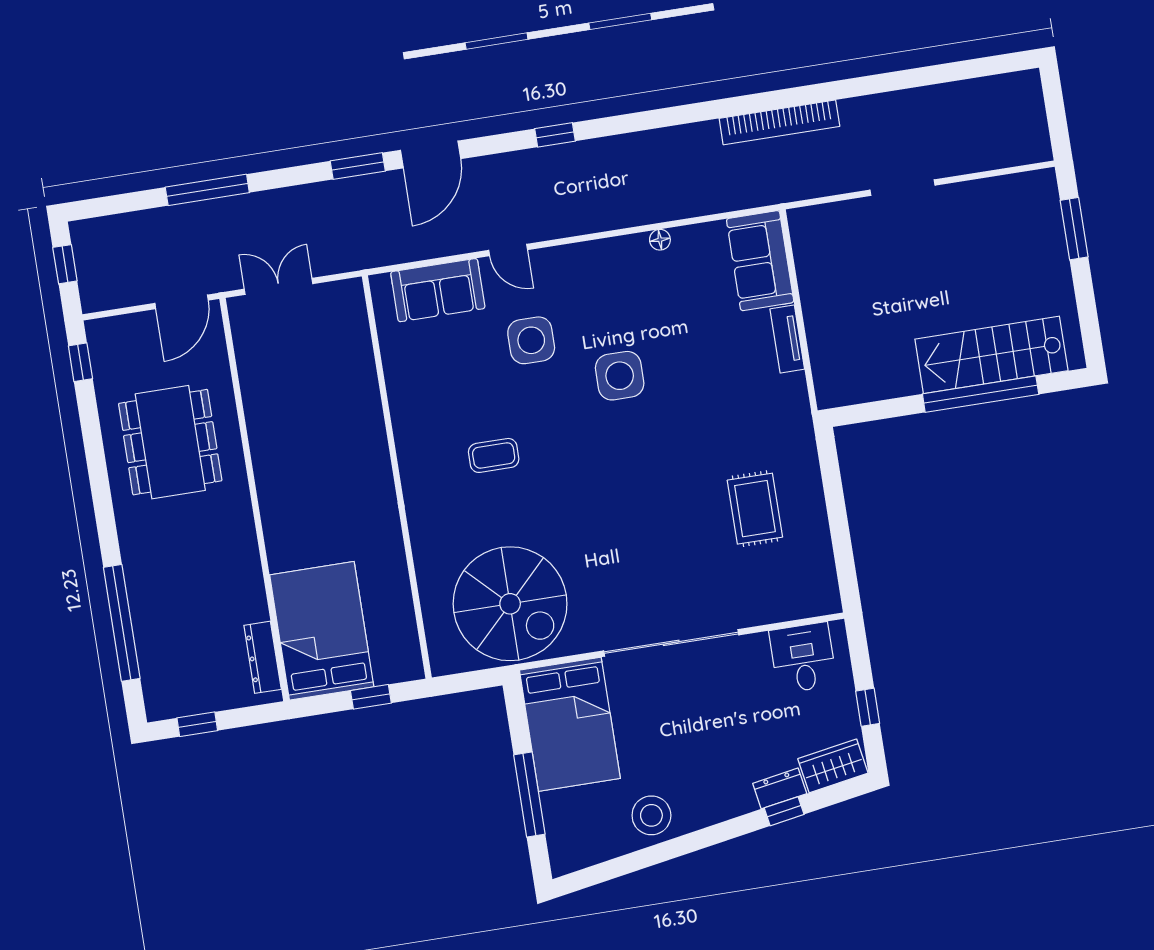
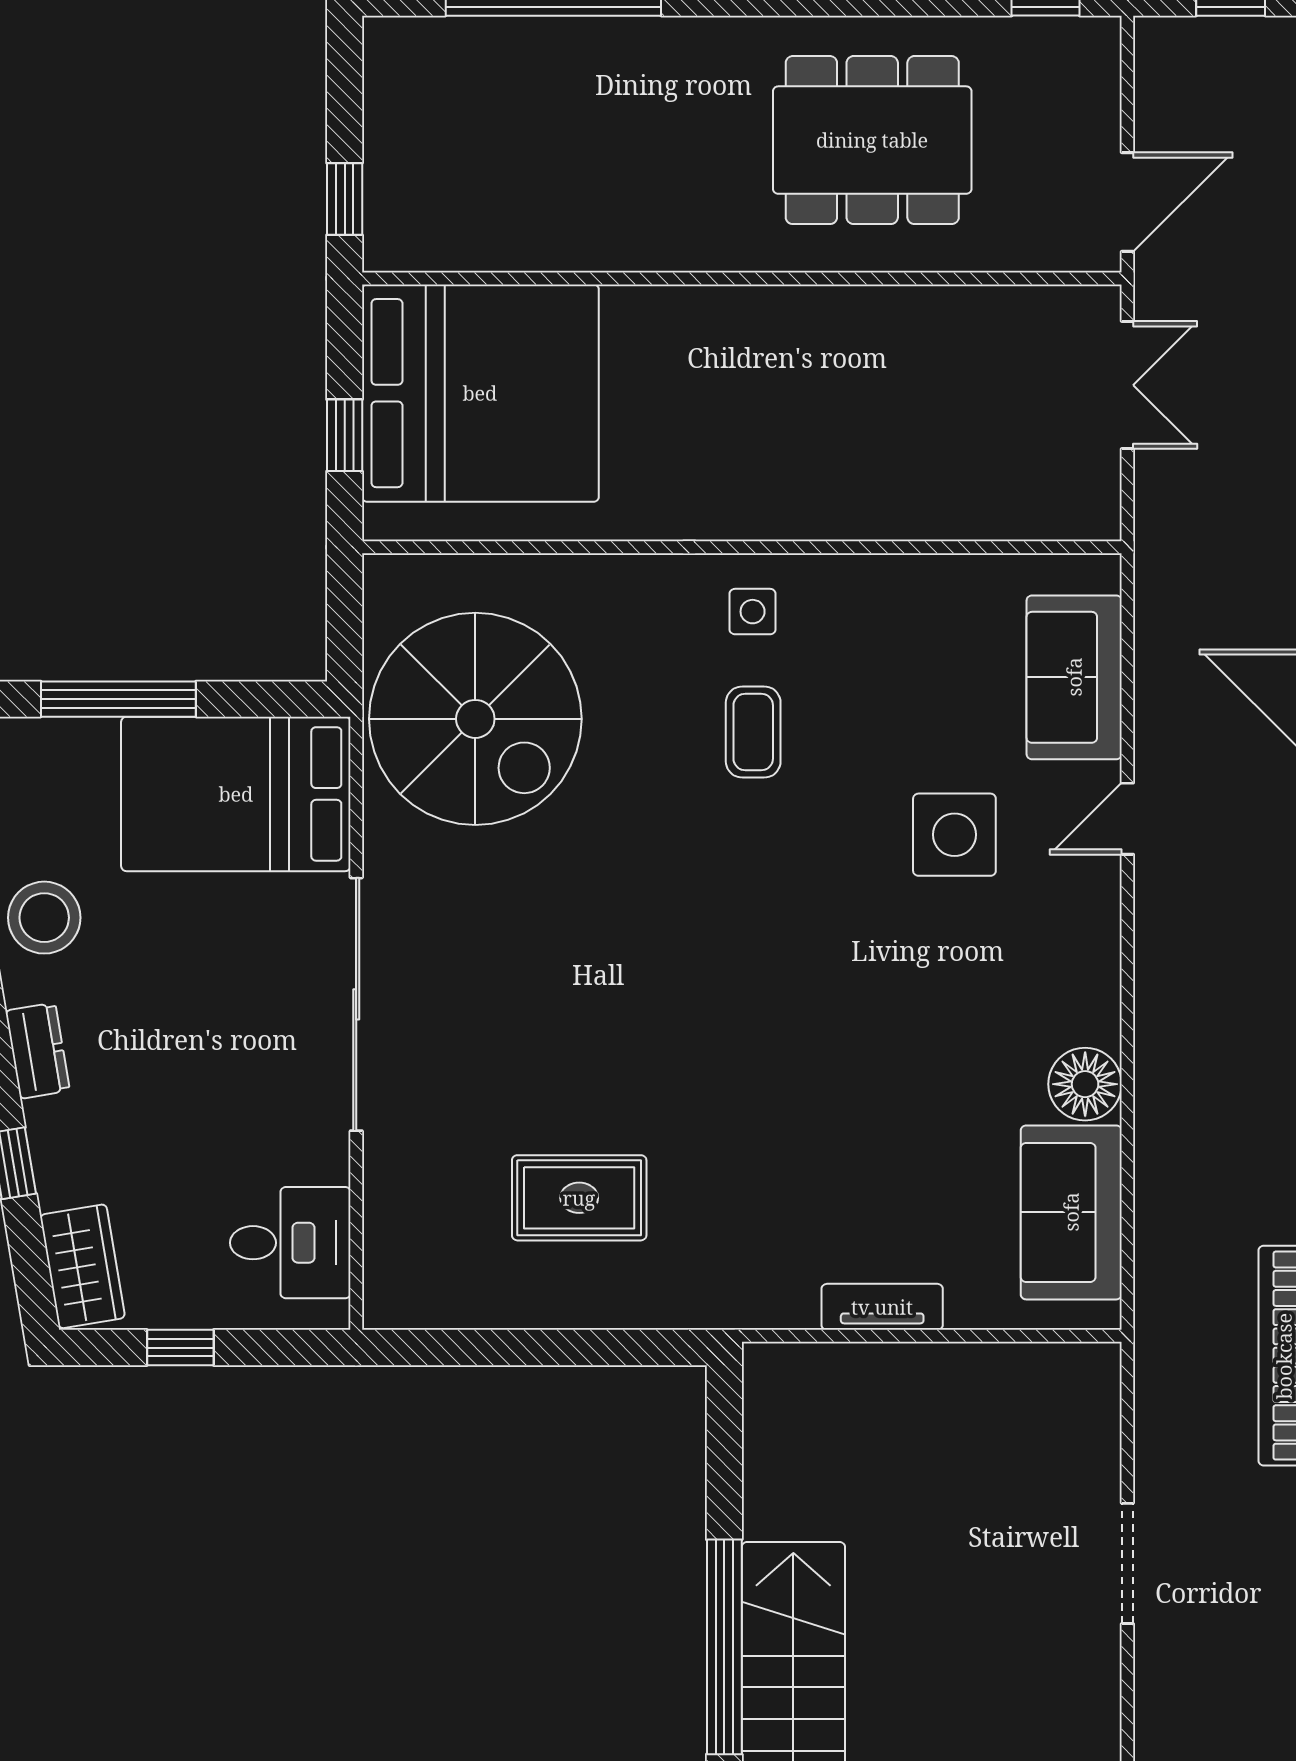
floor lamp: (660, 240) -> (1085, 1084), width x1.89, depth x1.89
sofa: (760, 261) -> (1071, 1212), moved, turned -90
door: (182, 302) -> (1127, 202), swing flipped
side table: (620, 376) -> (753, 612), moved, width x0.54, depth x0.54
spiral stairs: (510, 604) -> (475, 719), turned -90
bed: (322, 631) -> (480, 393), width x1.36
dresser: (263, 657) -> (449, 247), removed
window: (197, 724) -> (345, 199), moved
dresser: (780, 788) -> (38, 1051), moved

